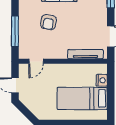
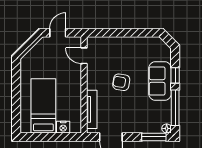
armchair: (48, 22) -> (121, 82), moved
window: (15, 31) -> (116, 33), removed

